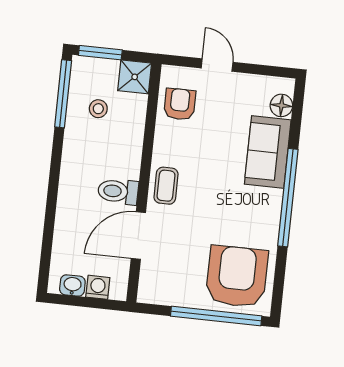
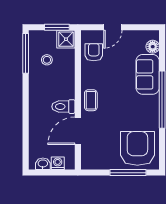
window: (100, 53) -> (57, 27), moved
door: (217, 65) -> (113, 27), swing flipped
window: (216, 316) -> (128, 173), width x0.68

